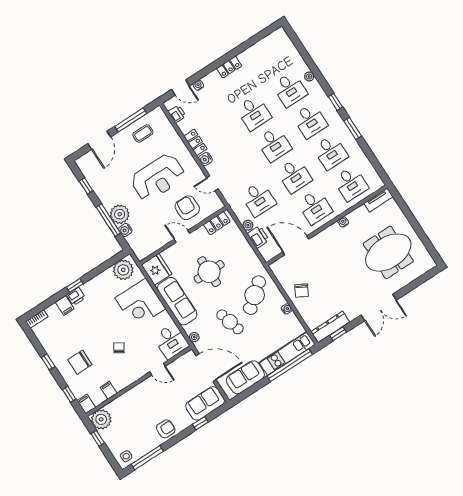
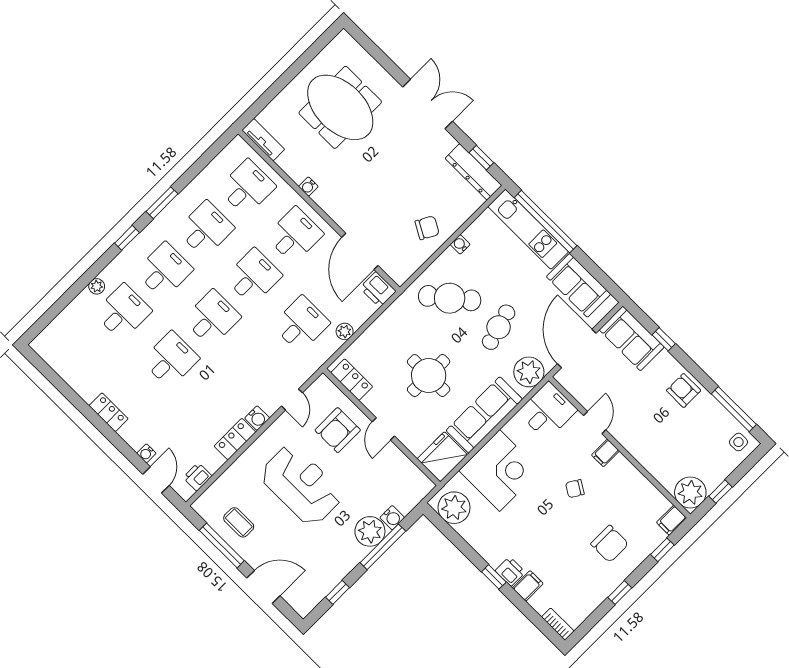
printer: (258, 237) -> (378, 290), moved, turned -90
plant: (194, 337) -> (529, 372), width x1.88, depth x1.88
filing cabinet: (109, 390) -> (605, 453), moved

